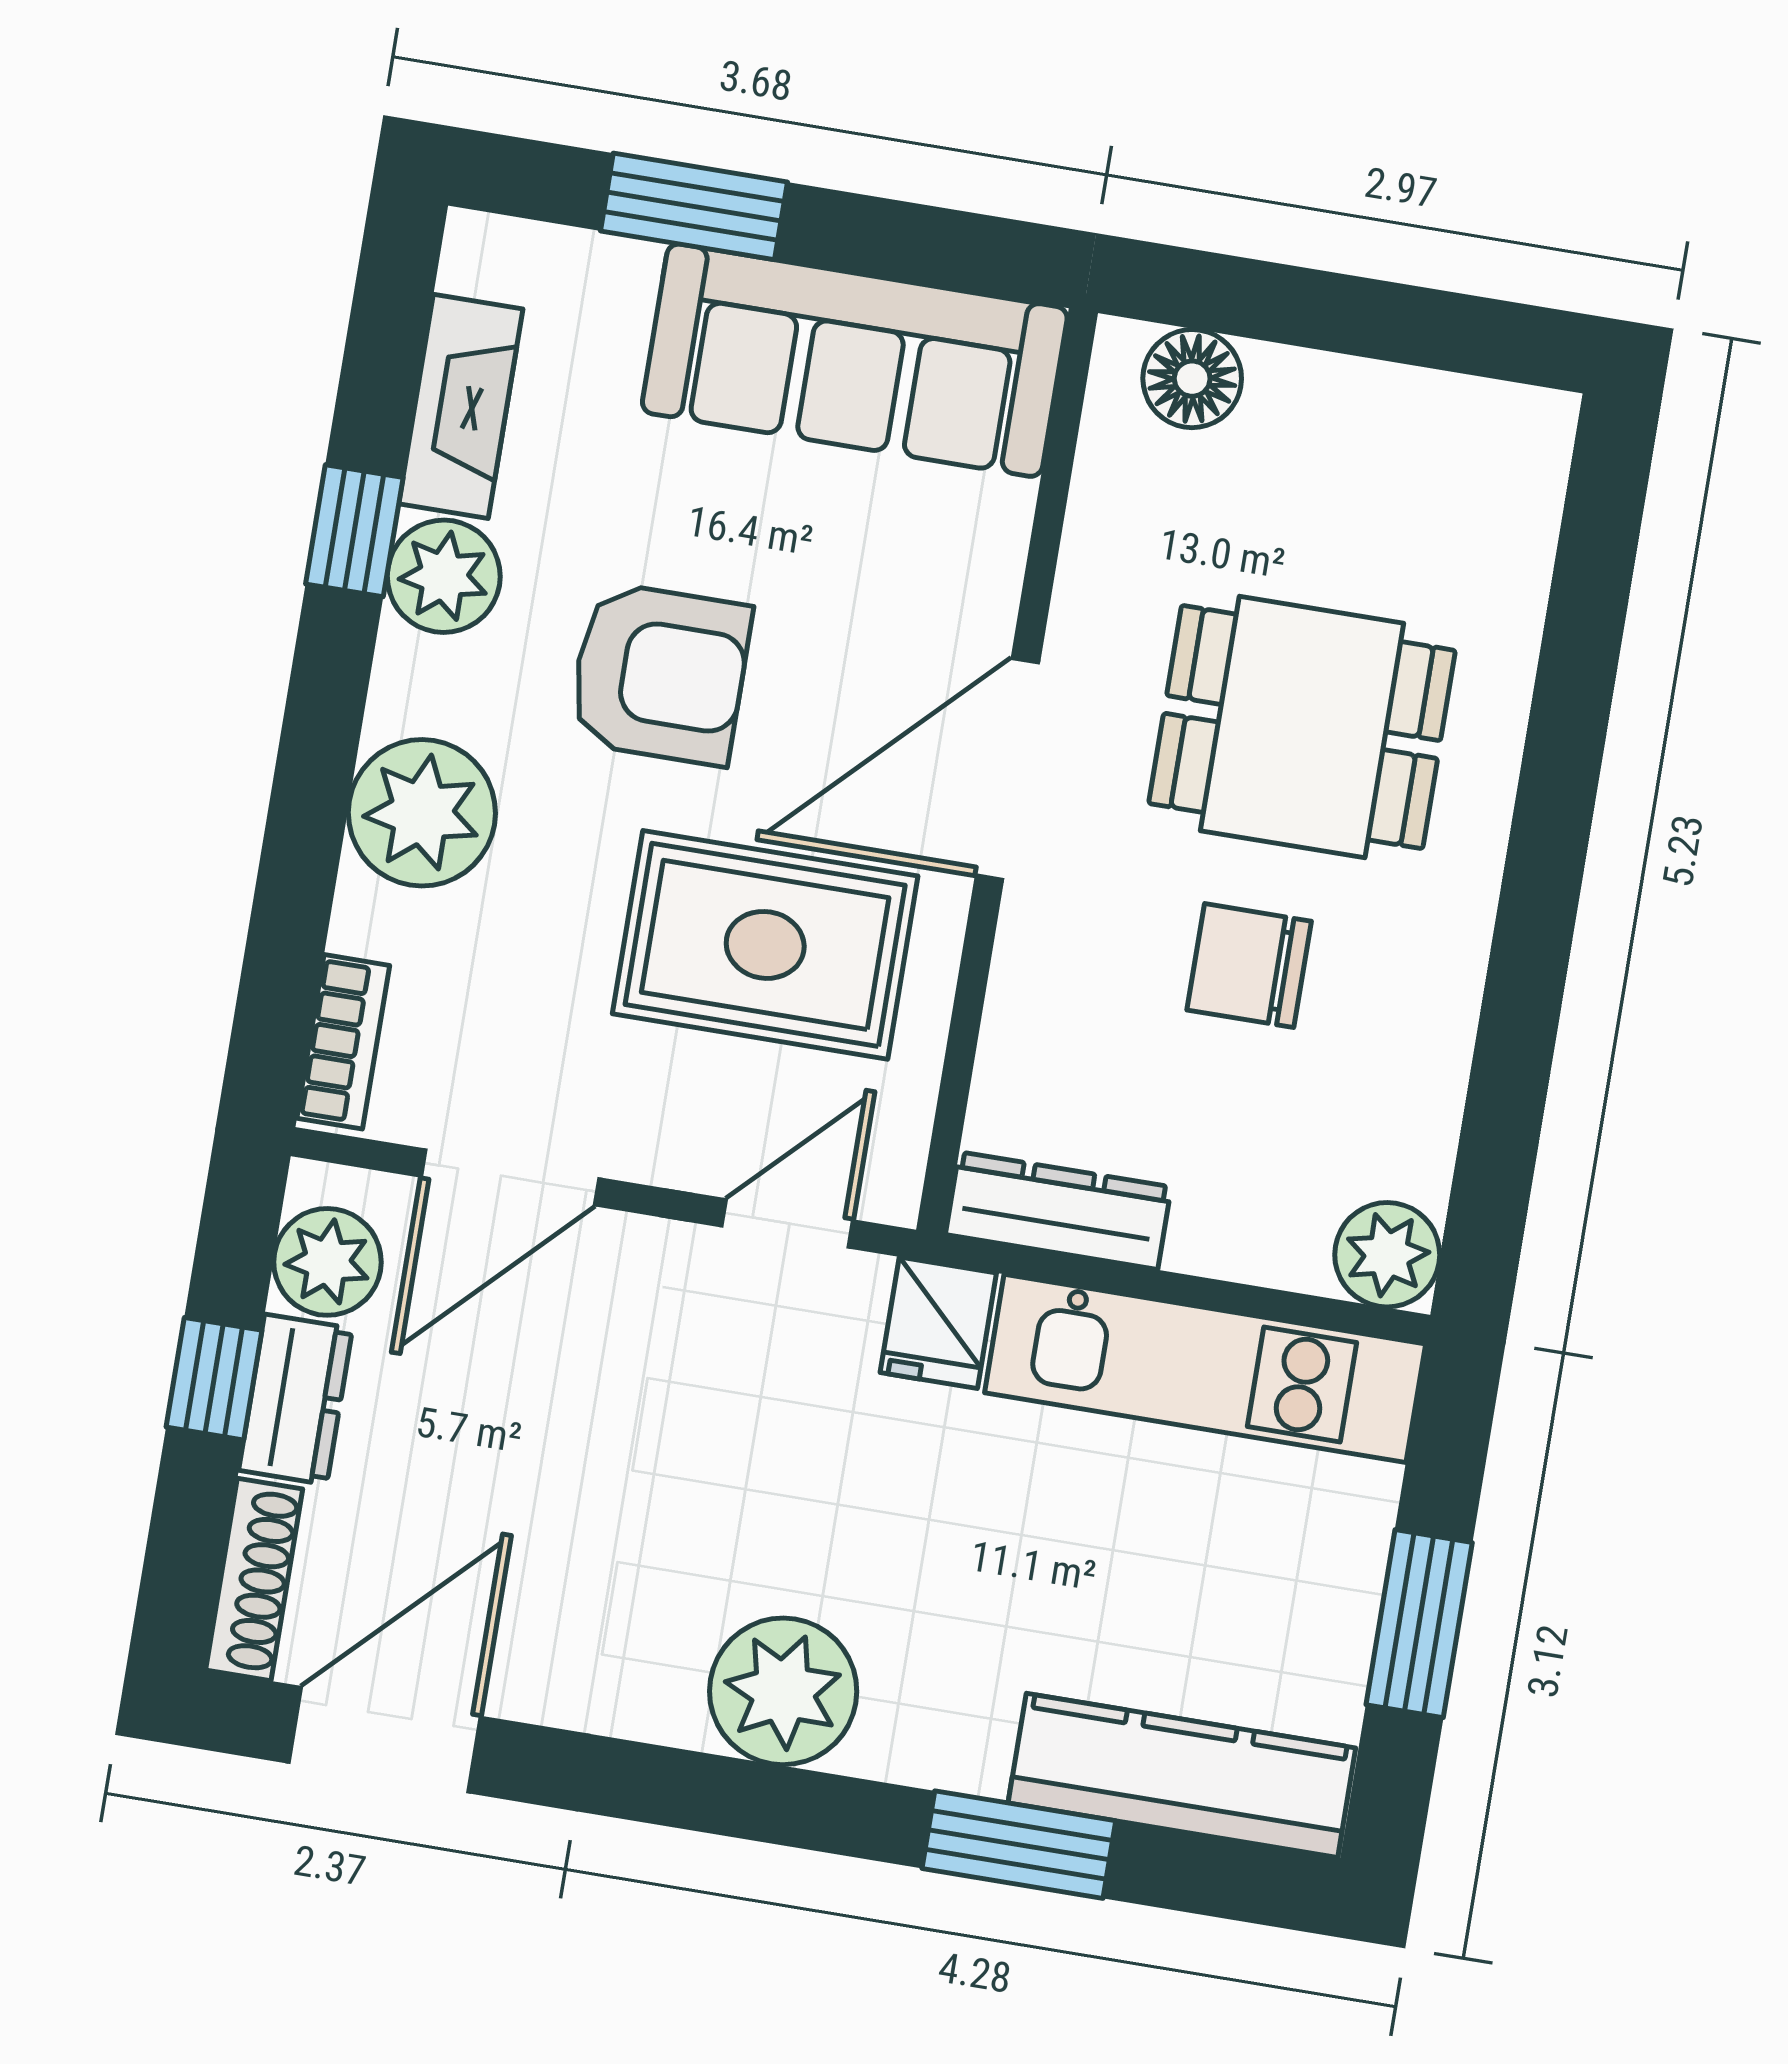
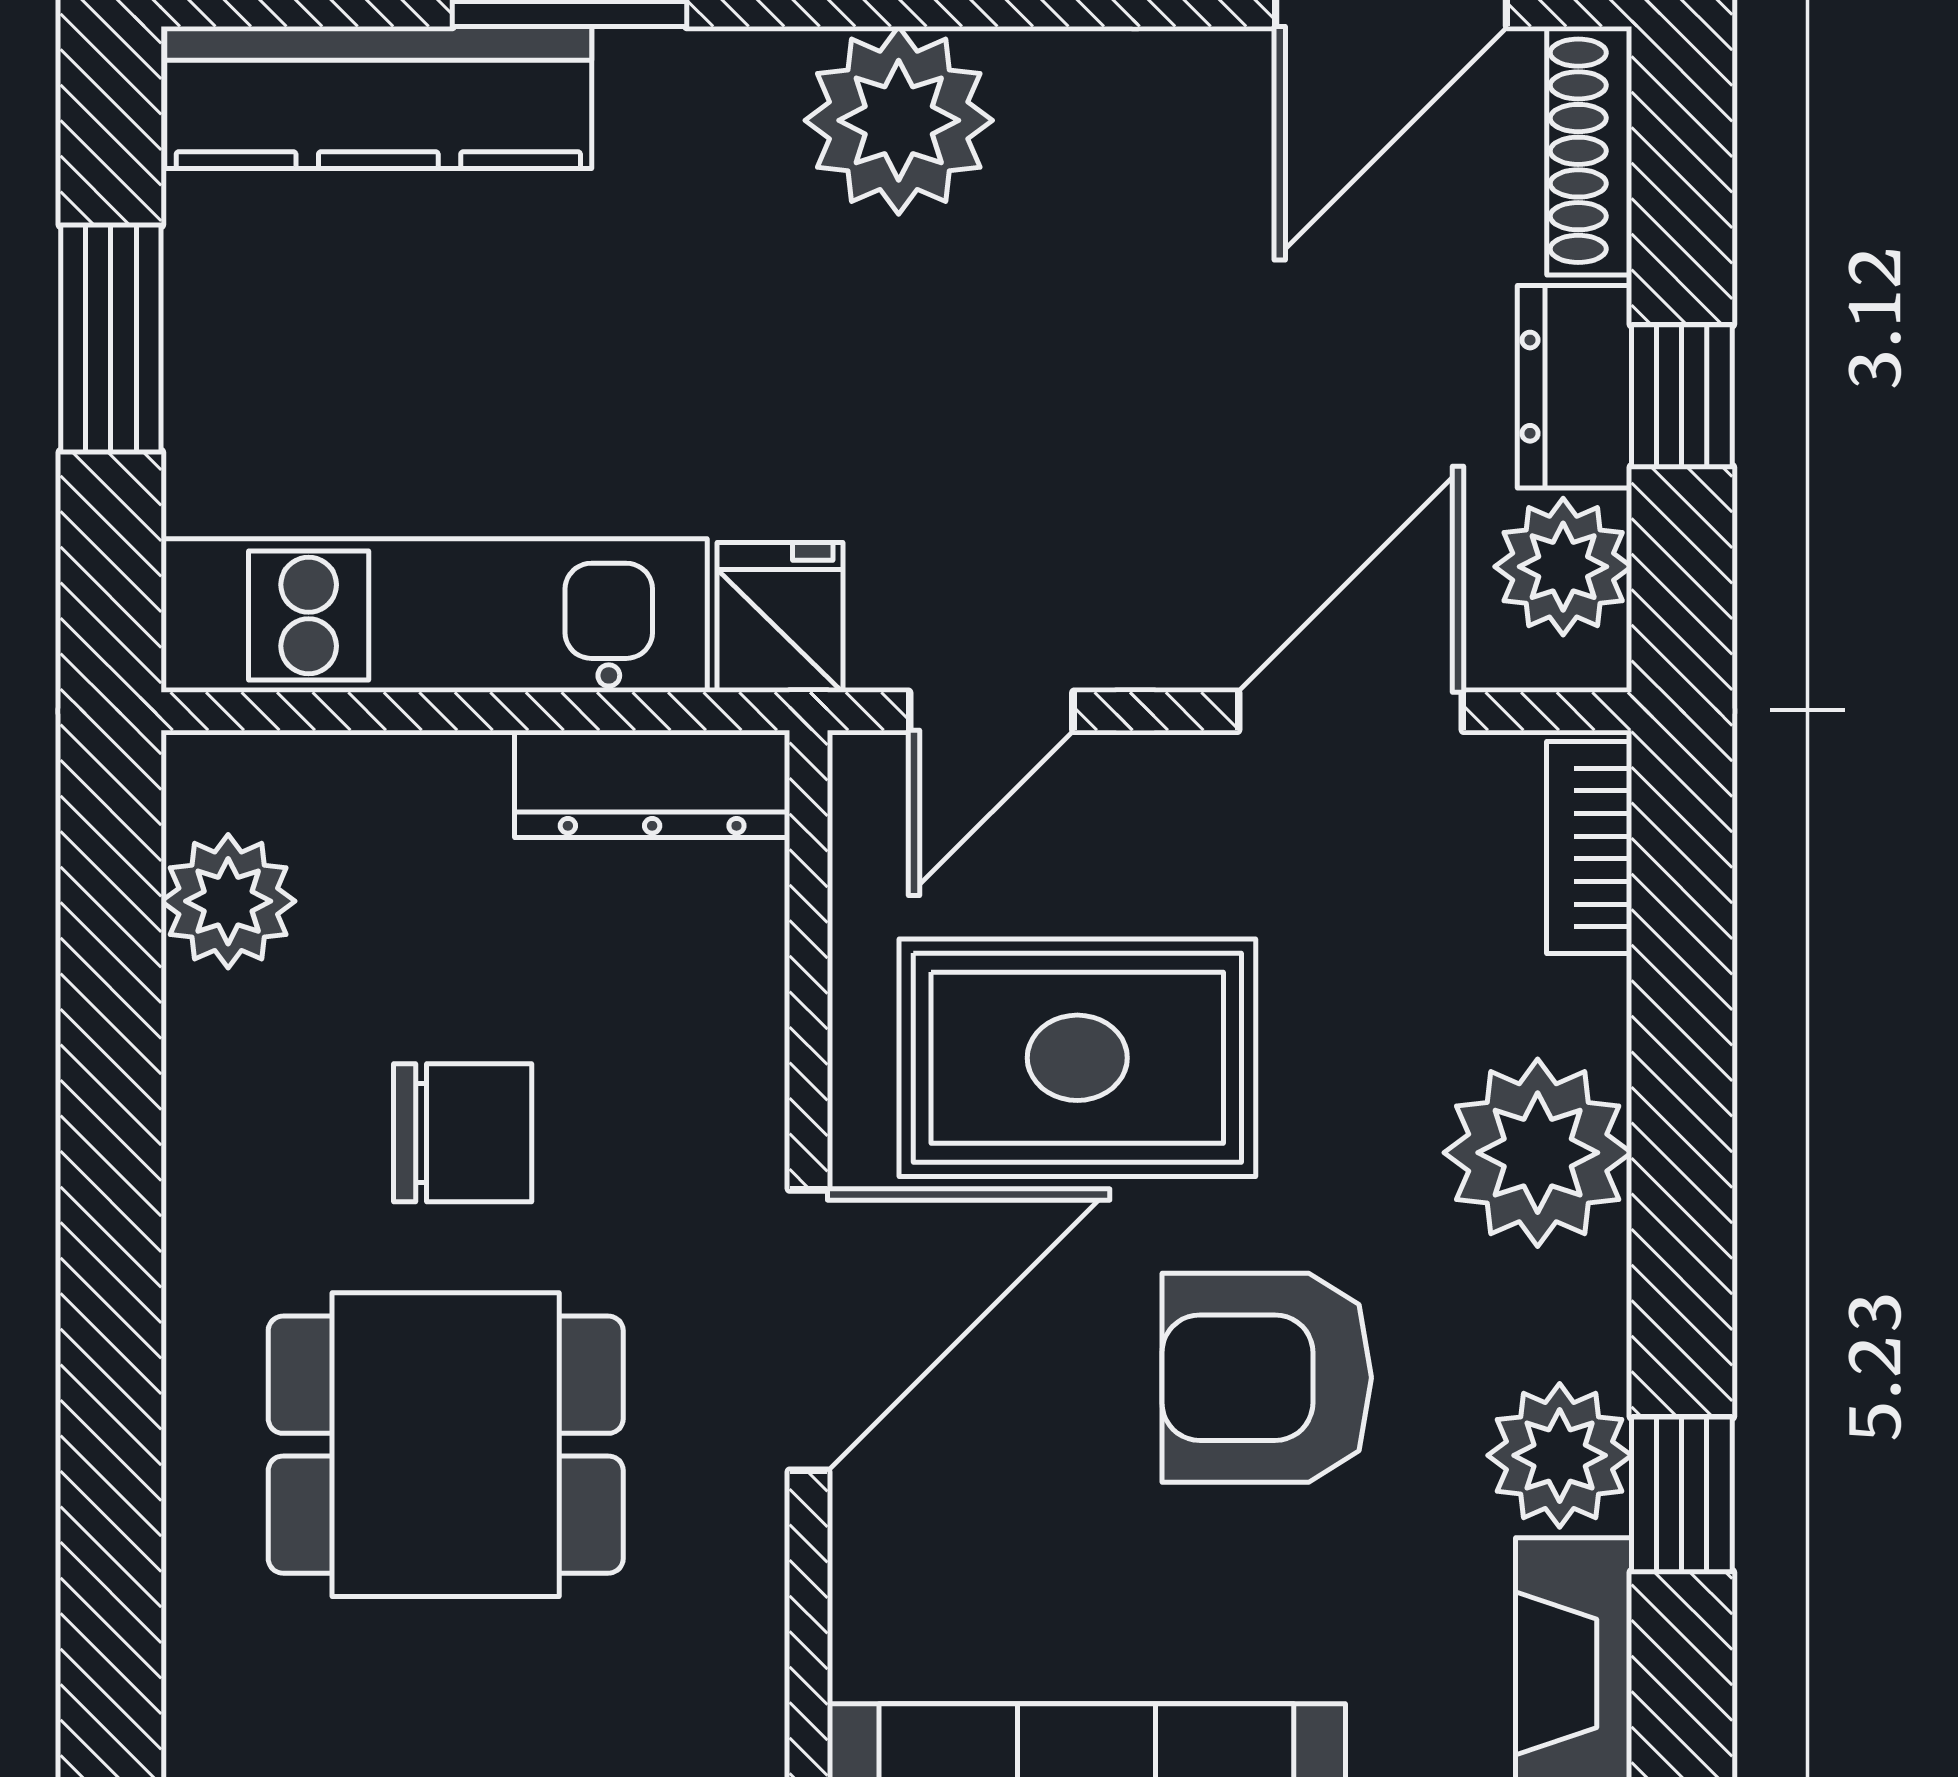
plant: (1387, 1255) -> (228, 901), moved

